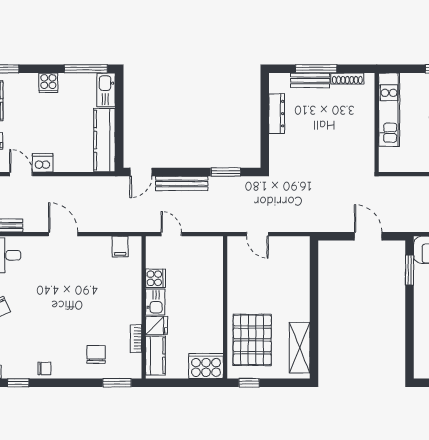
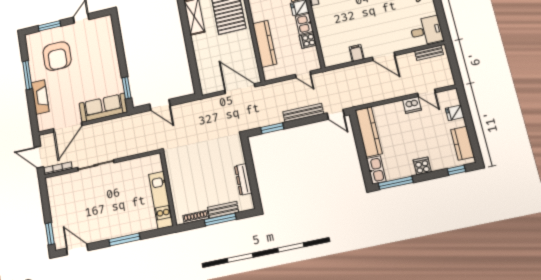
door: (141, 172) -> (336, 114), swing flipped
door: (257, 234) -> (240, 89), width x1.87
filing cabinet: (120, 247) -> (357, 53), moved
kitchen counter: (213, 287) -> (265, 44), added

